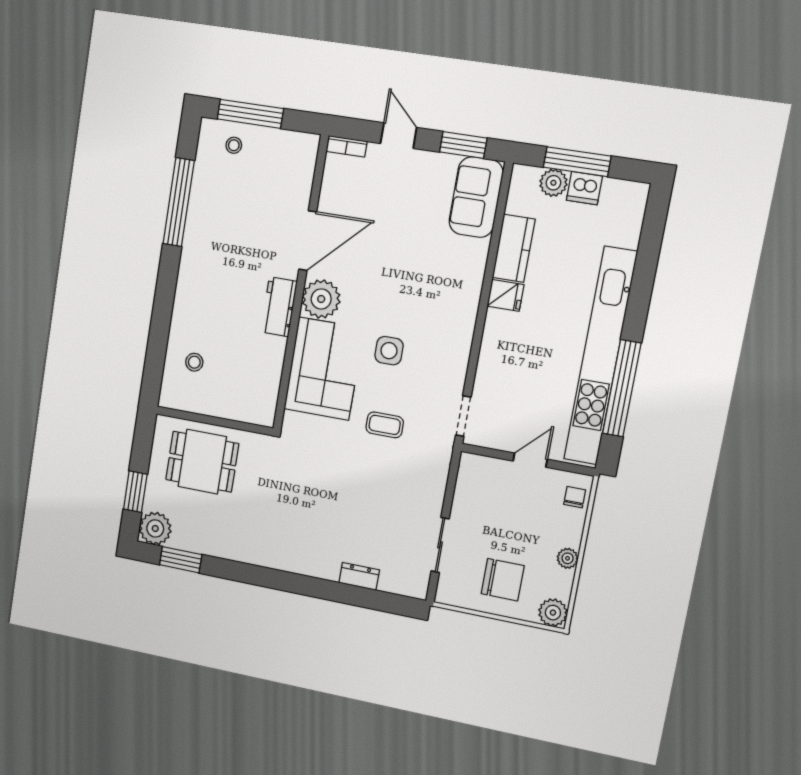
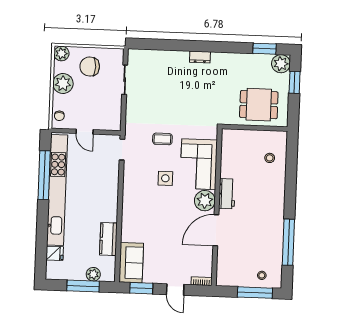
dishwasher: (584, 188) -> (78, 273), removed
fridge: (505, 295) -> (55, 253), moved, turned 180
door: (530, 460) -> (85, 132), hinge flipped
plant: (568, 558) -> (63, 84), width x1.87, depth x1.87
dresser: (359, 576) -> (200, 57), moved

